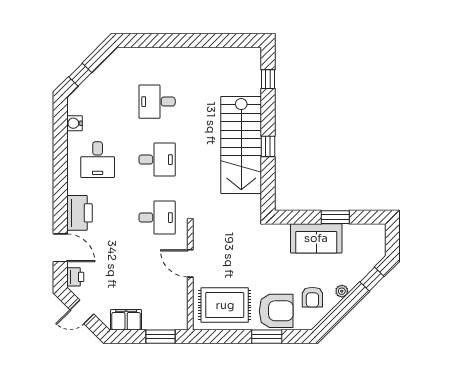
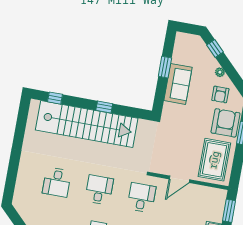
stairs: (241, 145) -> (87, 124), width x1.36
armchair: (312, 297) -> (220, 94), turned 90

